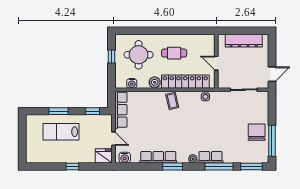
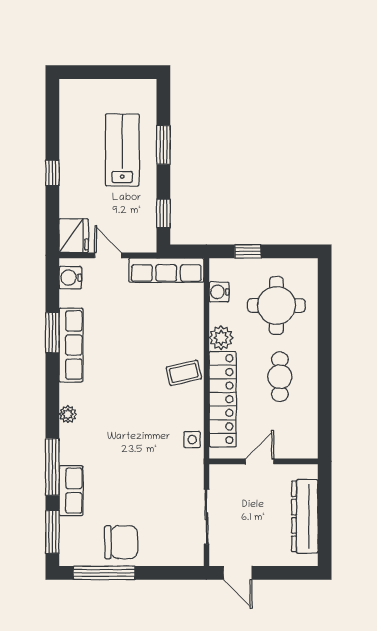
window: (112, 56) -> (248, 251), moved
door: (114, 139) -> (108, 255), swing flipped
row of seats: (211, 157) -> (71, 491), moved
window: (173, 167) -> (52, 333), moved

